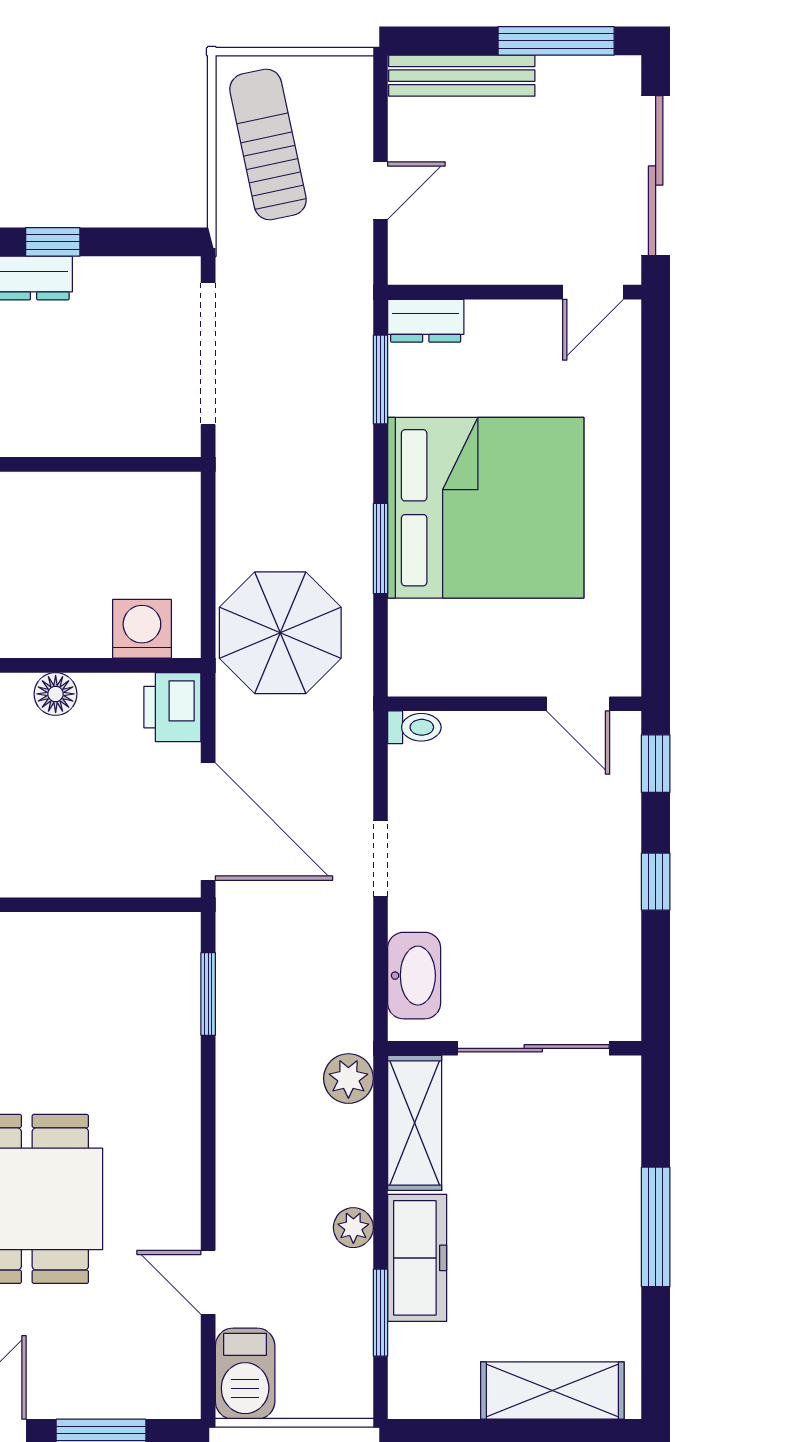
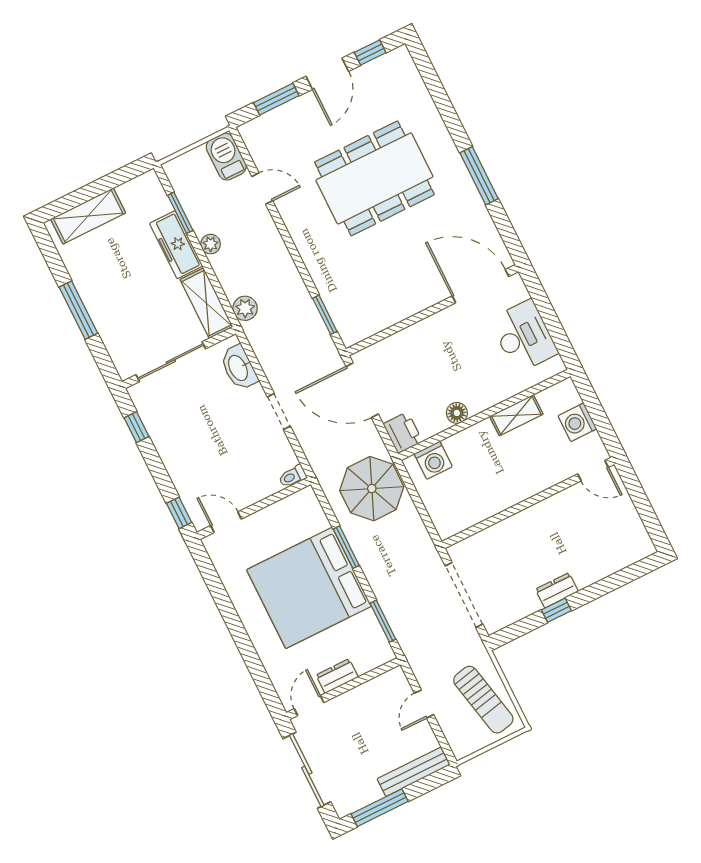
dresser: (426, 321) -> (337, 676), moved
window: (656, 882) -> (136, 427), moved

